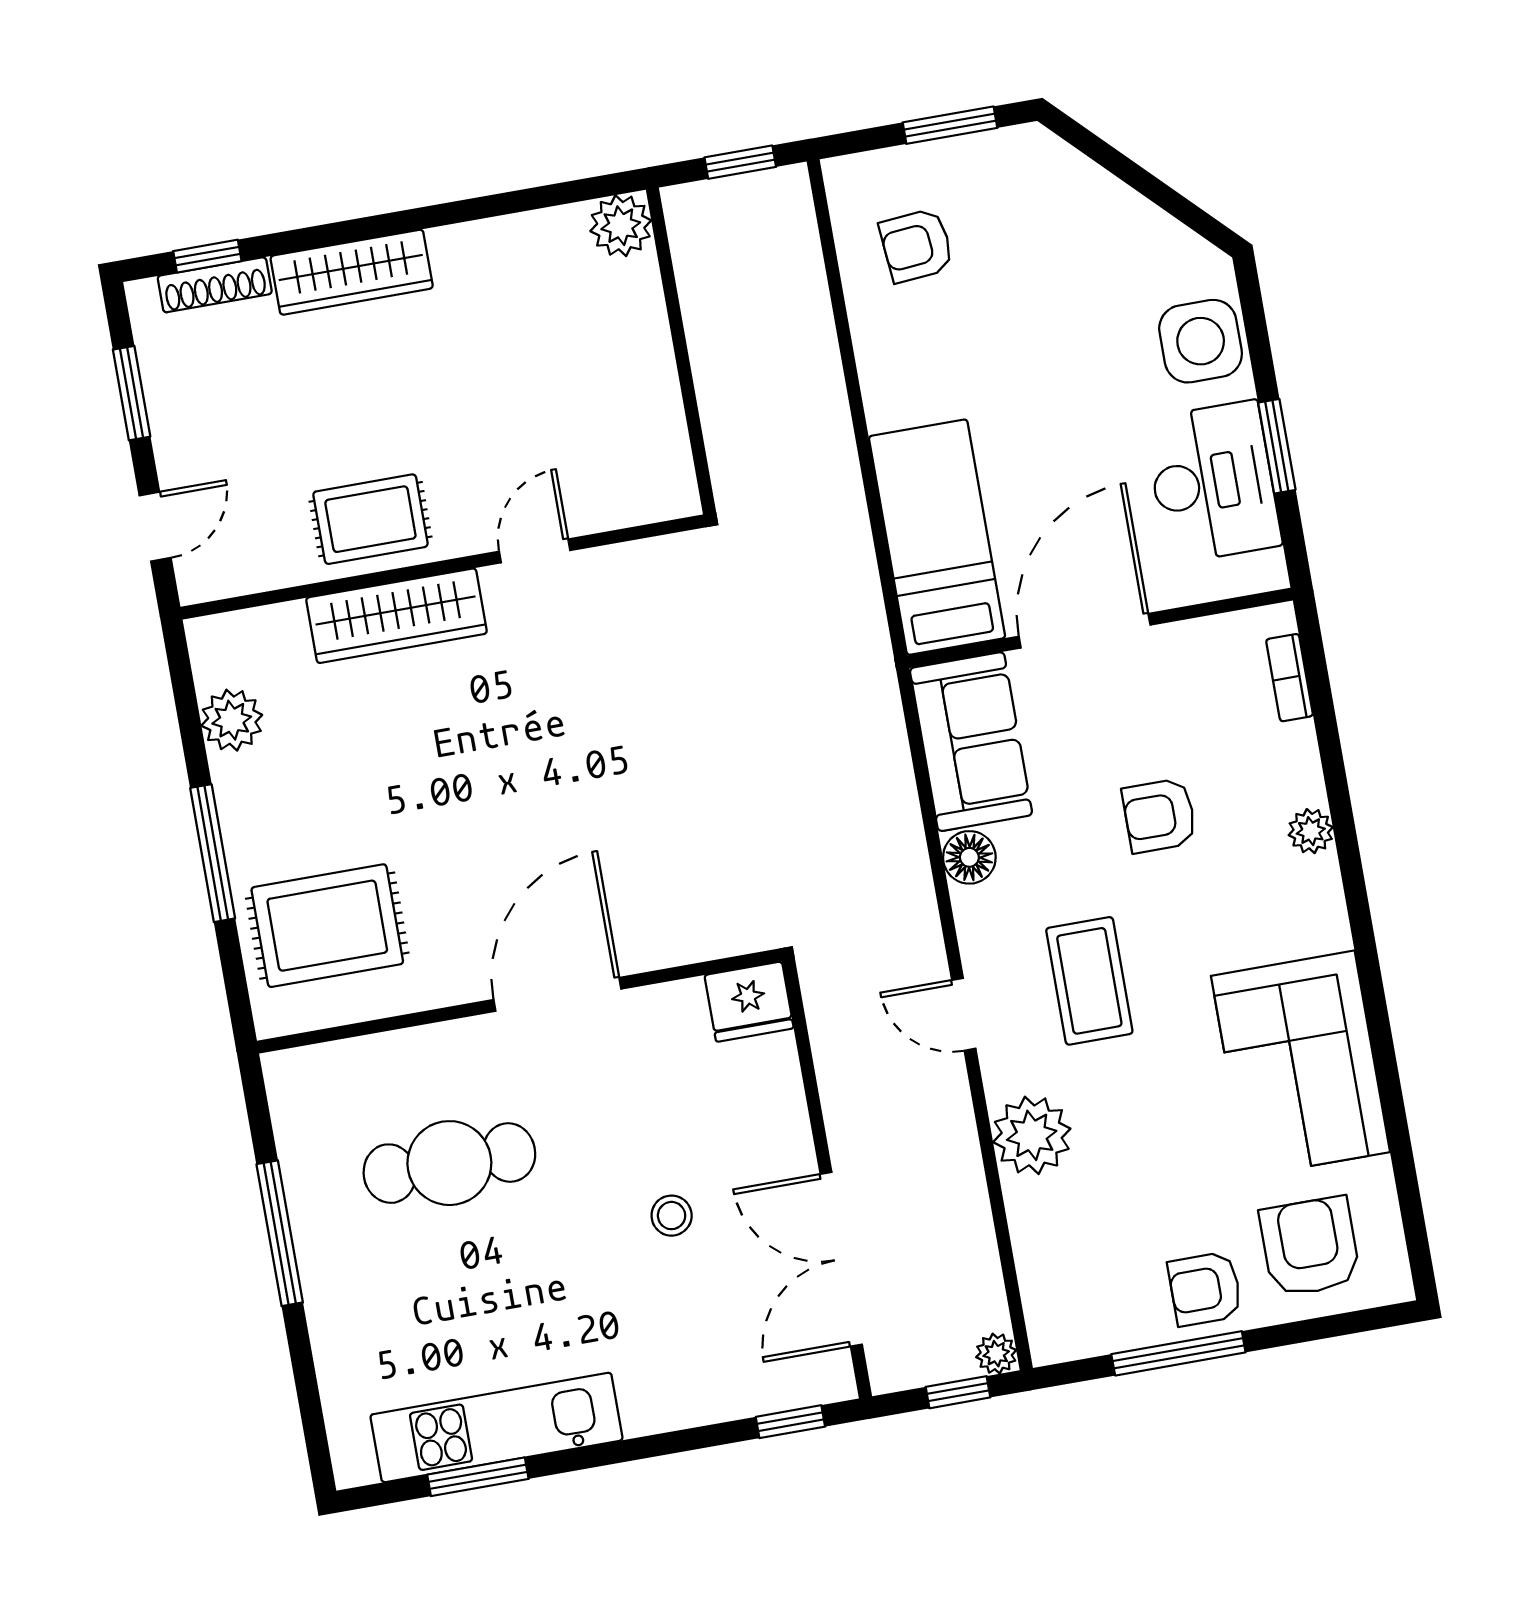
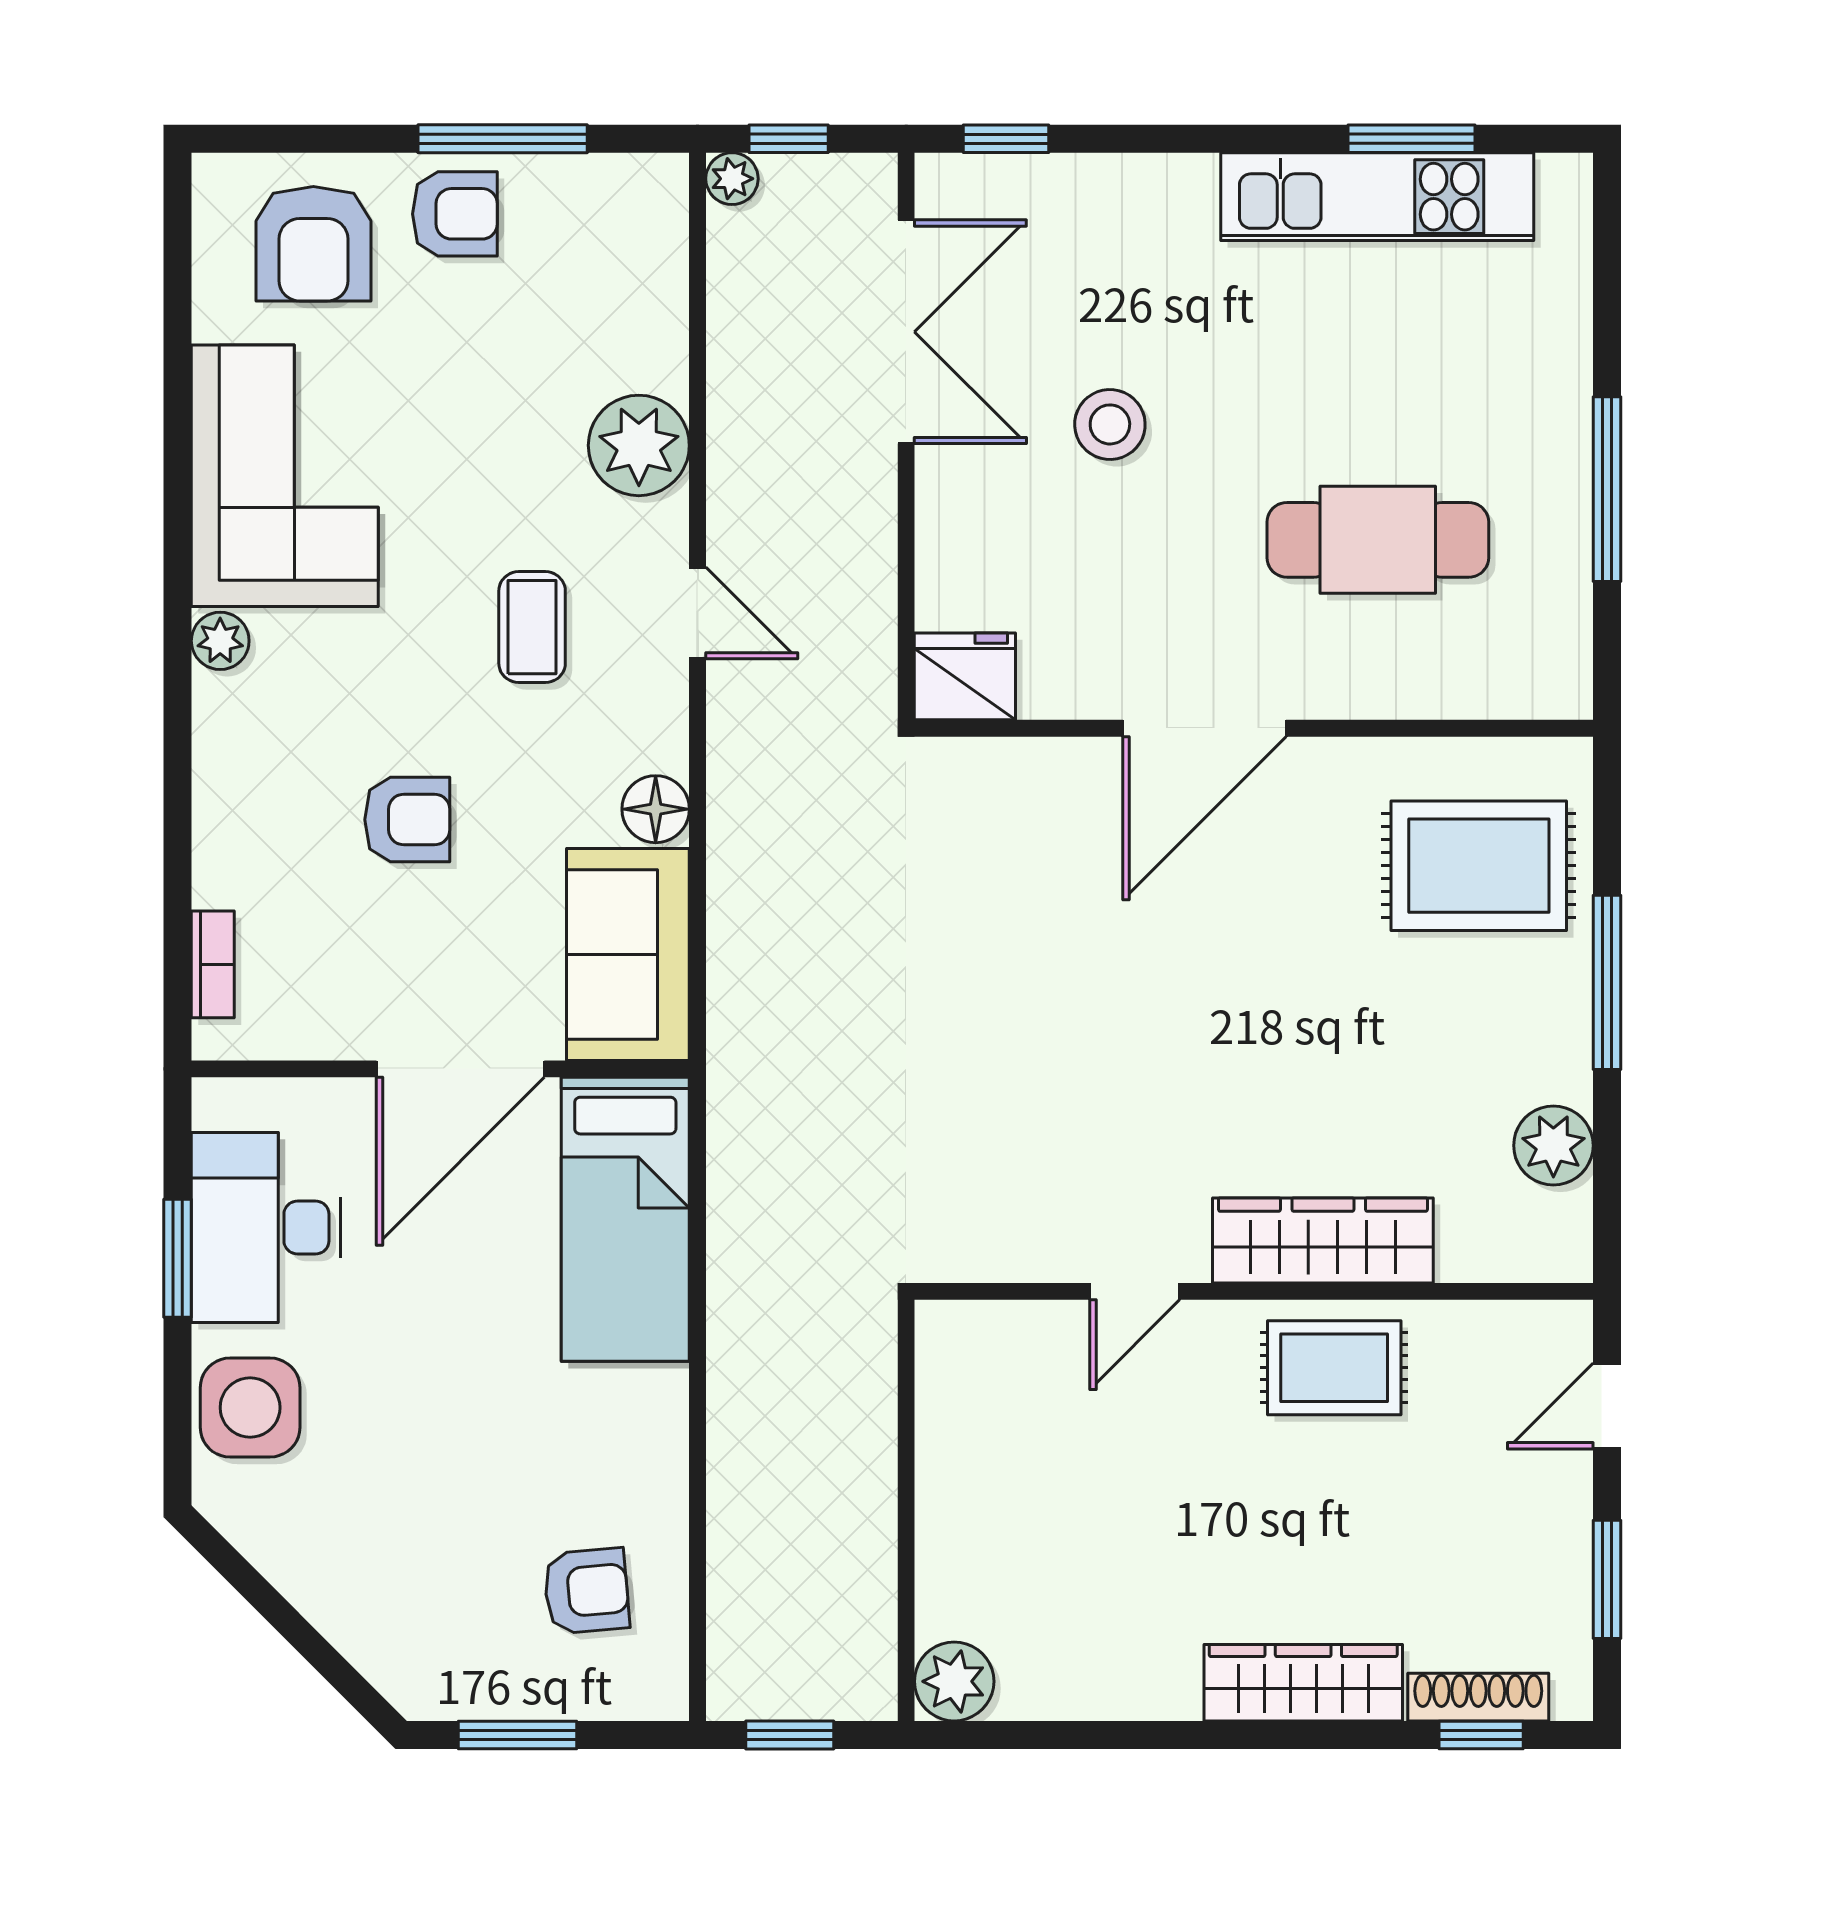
plant: (1311, 831) -> (220, 641), moved
coffee table: (1089, 981) -> (532, 627), width x0.73, depth x0.77
stool: (672, 1216) -> (1110, 424), width x1.37, depth x1.37

